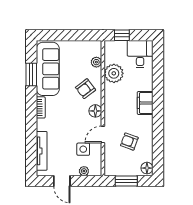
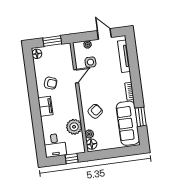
floor lamp: (95, 111) -> (92, 144), moved
armchair: (129, 142) -> (51, 83), moved

